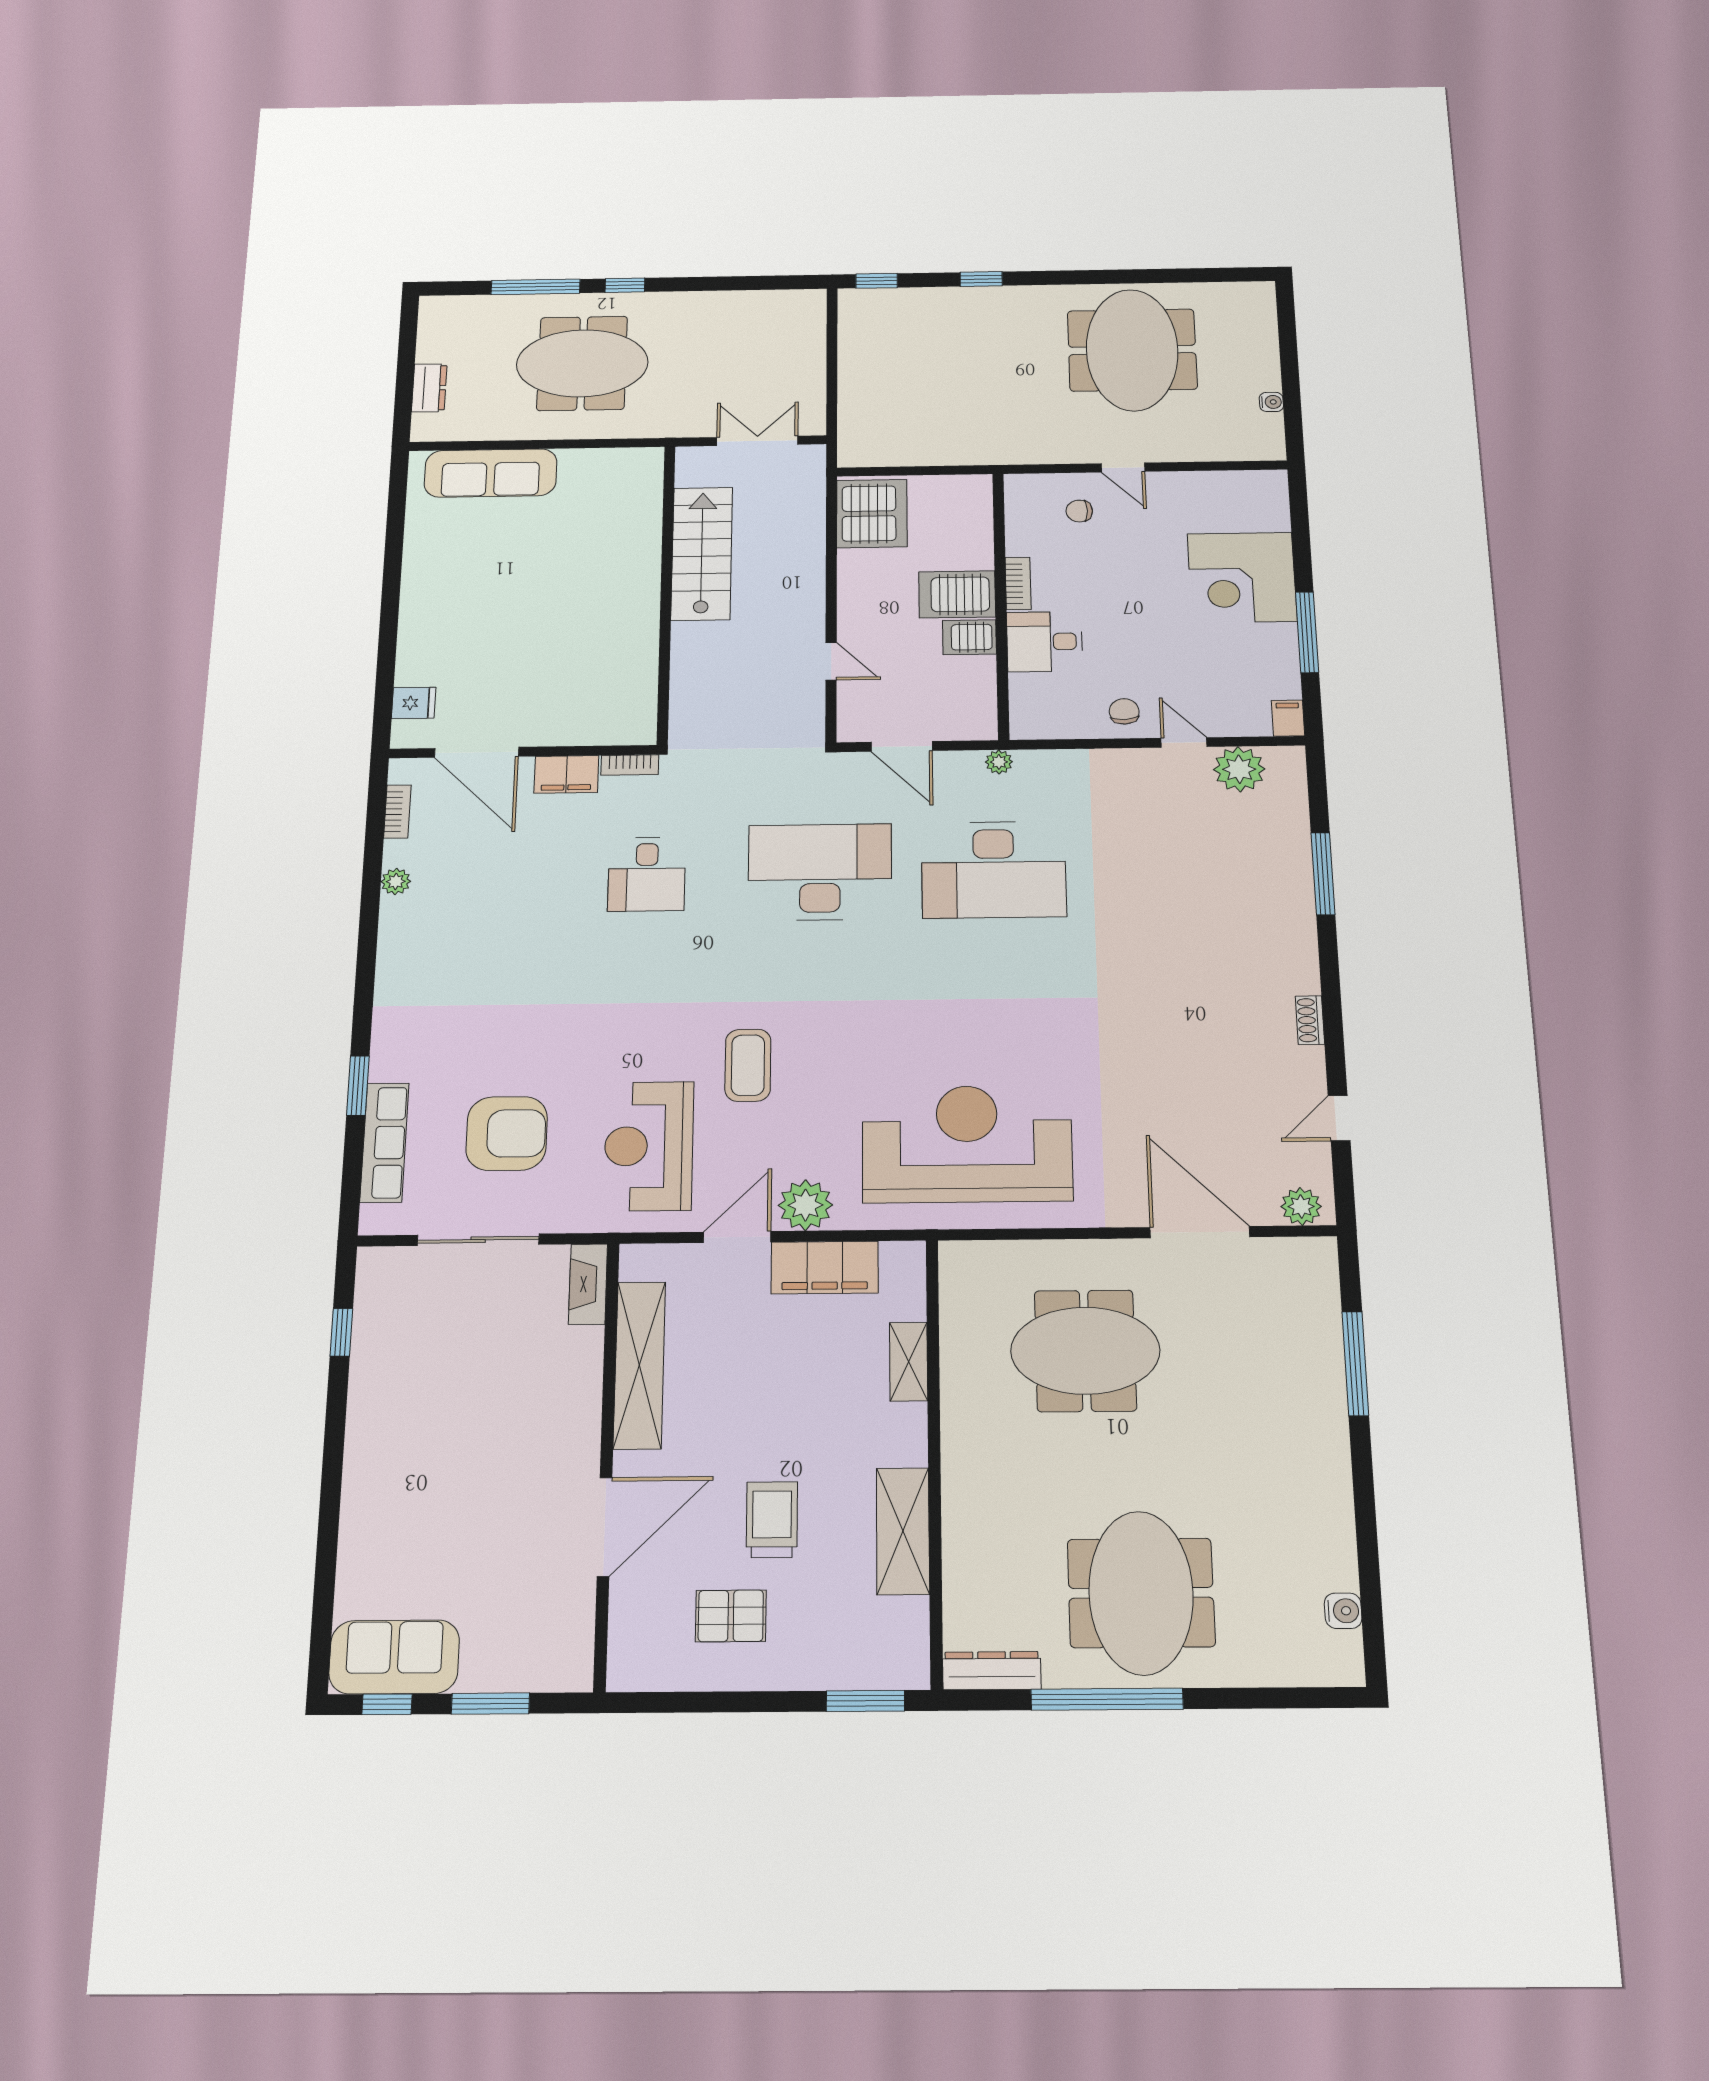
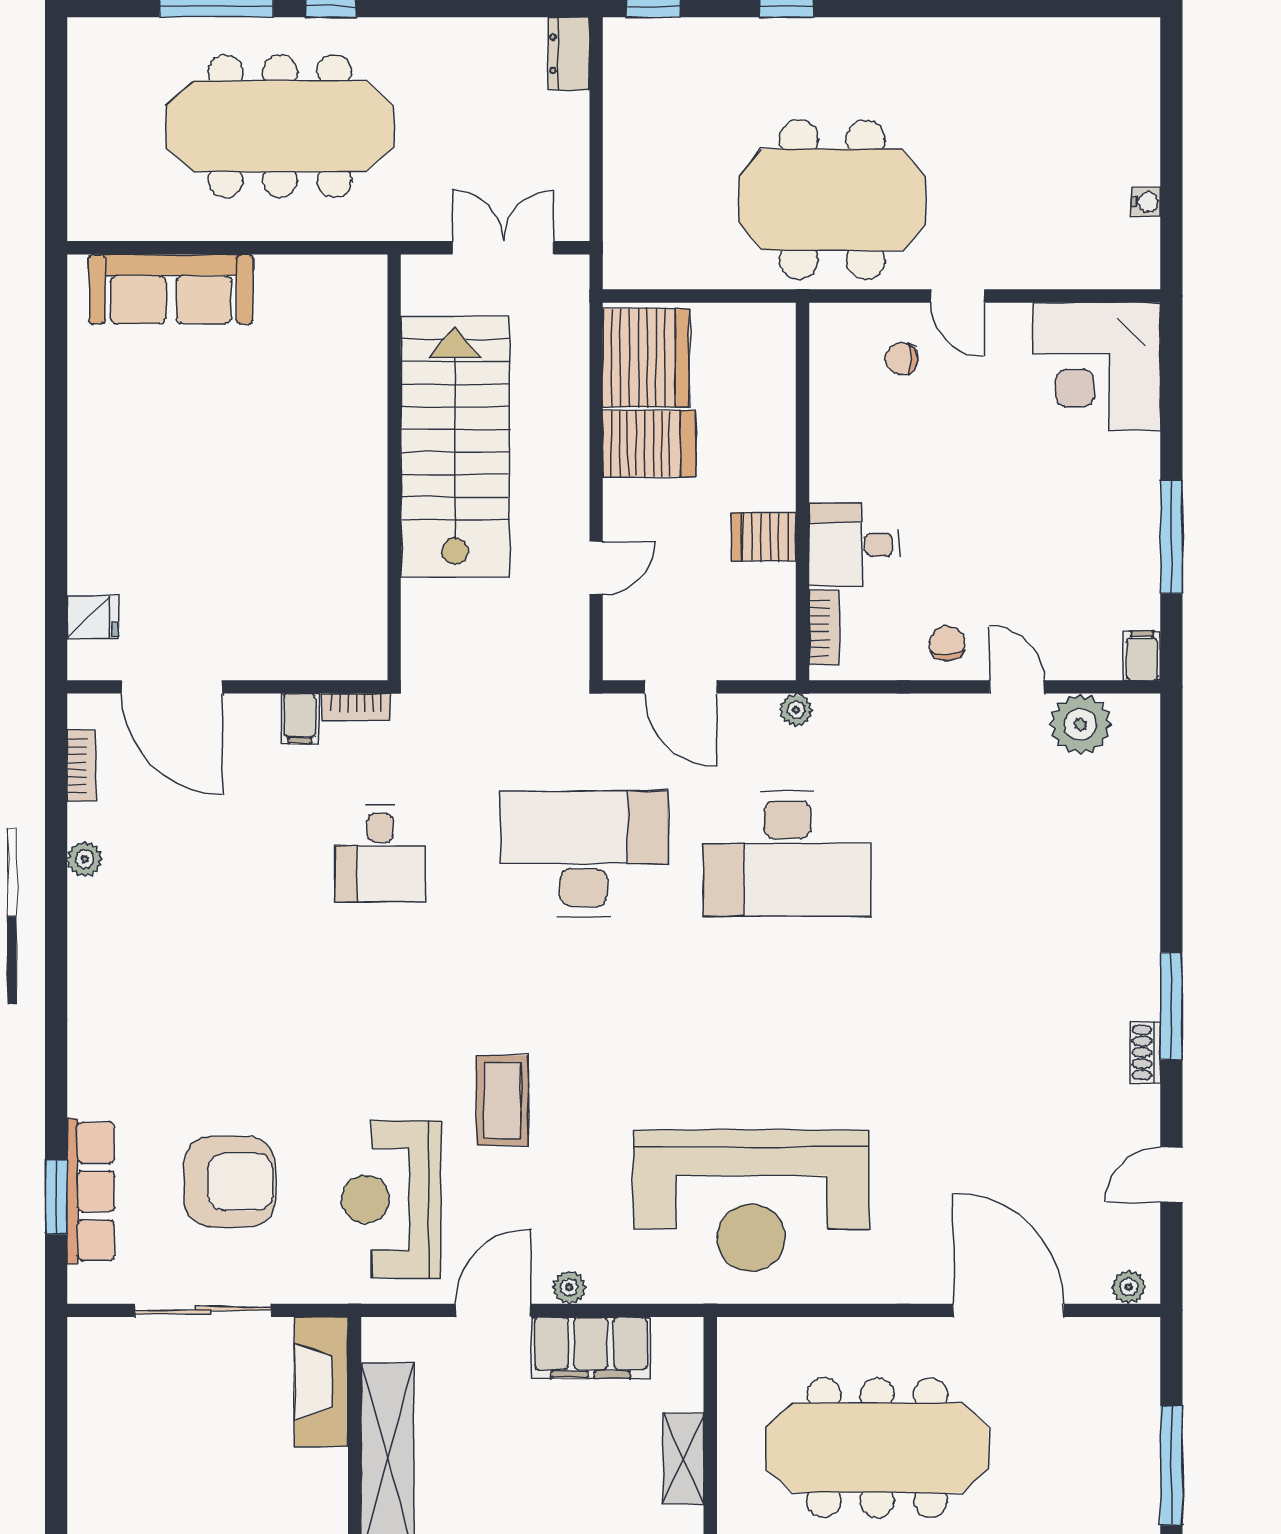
meeting table: (1132, 350) -> (832, 200), moved, turned 90
meeting table: (582, 363) -> (280, 126), width x1.36
dresser: (429, 388) -> (569, 54), moved, turned 180
stairs: (702, 553) -> (455, 447), width x1.36, depth x1.51
corner desk: (1242, 577) -> (1097, 366), moved
bookcase: (1018, 583) -> (824, 628), moved
server rack: (957, 594) -> (649, 444), moved, turned 180
door: (831, 661) -> (596, 568), hinge flipped
filing cabinet: (566, 774) -> (300, 719), width x0.50
window: (1323, 874) -> (1171, 1006), moved
window: (358, 1086) -> (56, 1197), moved
reception desk: (967, 1144) -> (751, 1201), turned 180
plant: (805, 1205) -> (569, 1287), width x0.53, depth x0.53
plant: (1301, 1206) -> (1129, 1287), width x0.73, depth x0.73
fireplace: (588, 1284) -> (321, 1382), width x1.37, depth x1.32
window: (341, 1332) -> (56, 1418), removed
meeting table: (1085, 1351) -> (877, 1448), width x1.36

